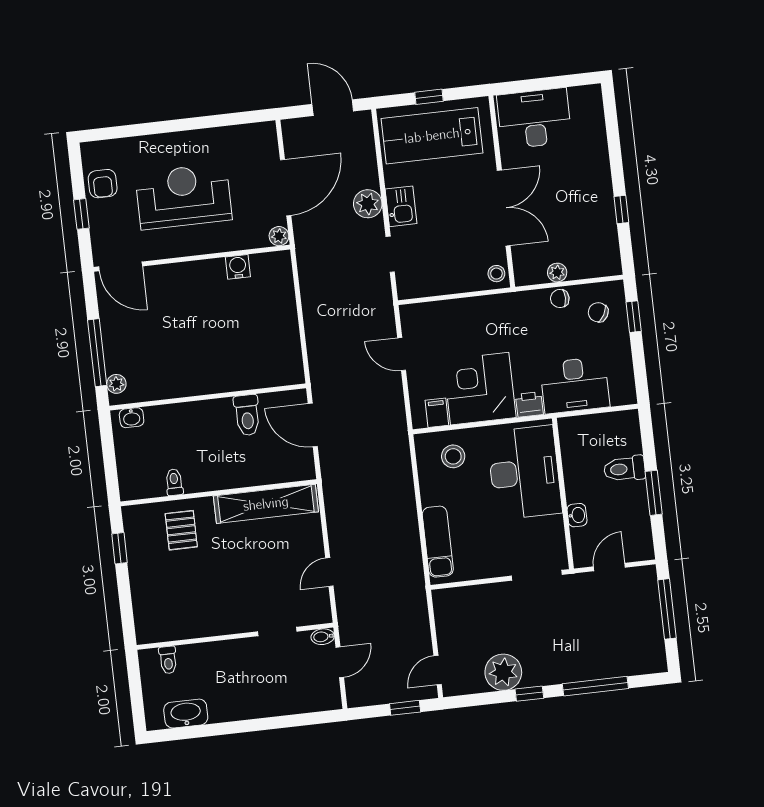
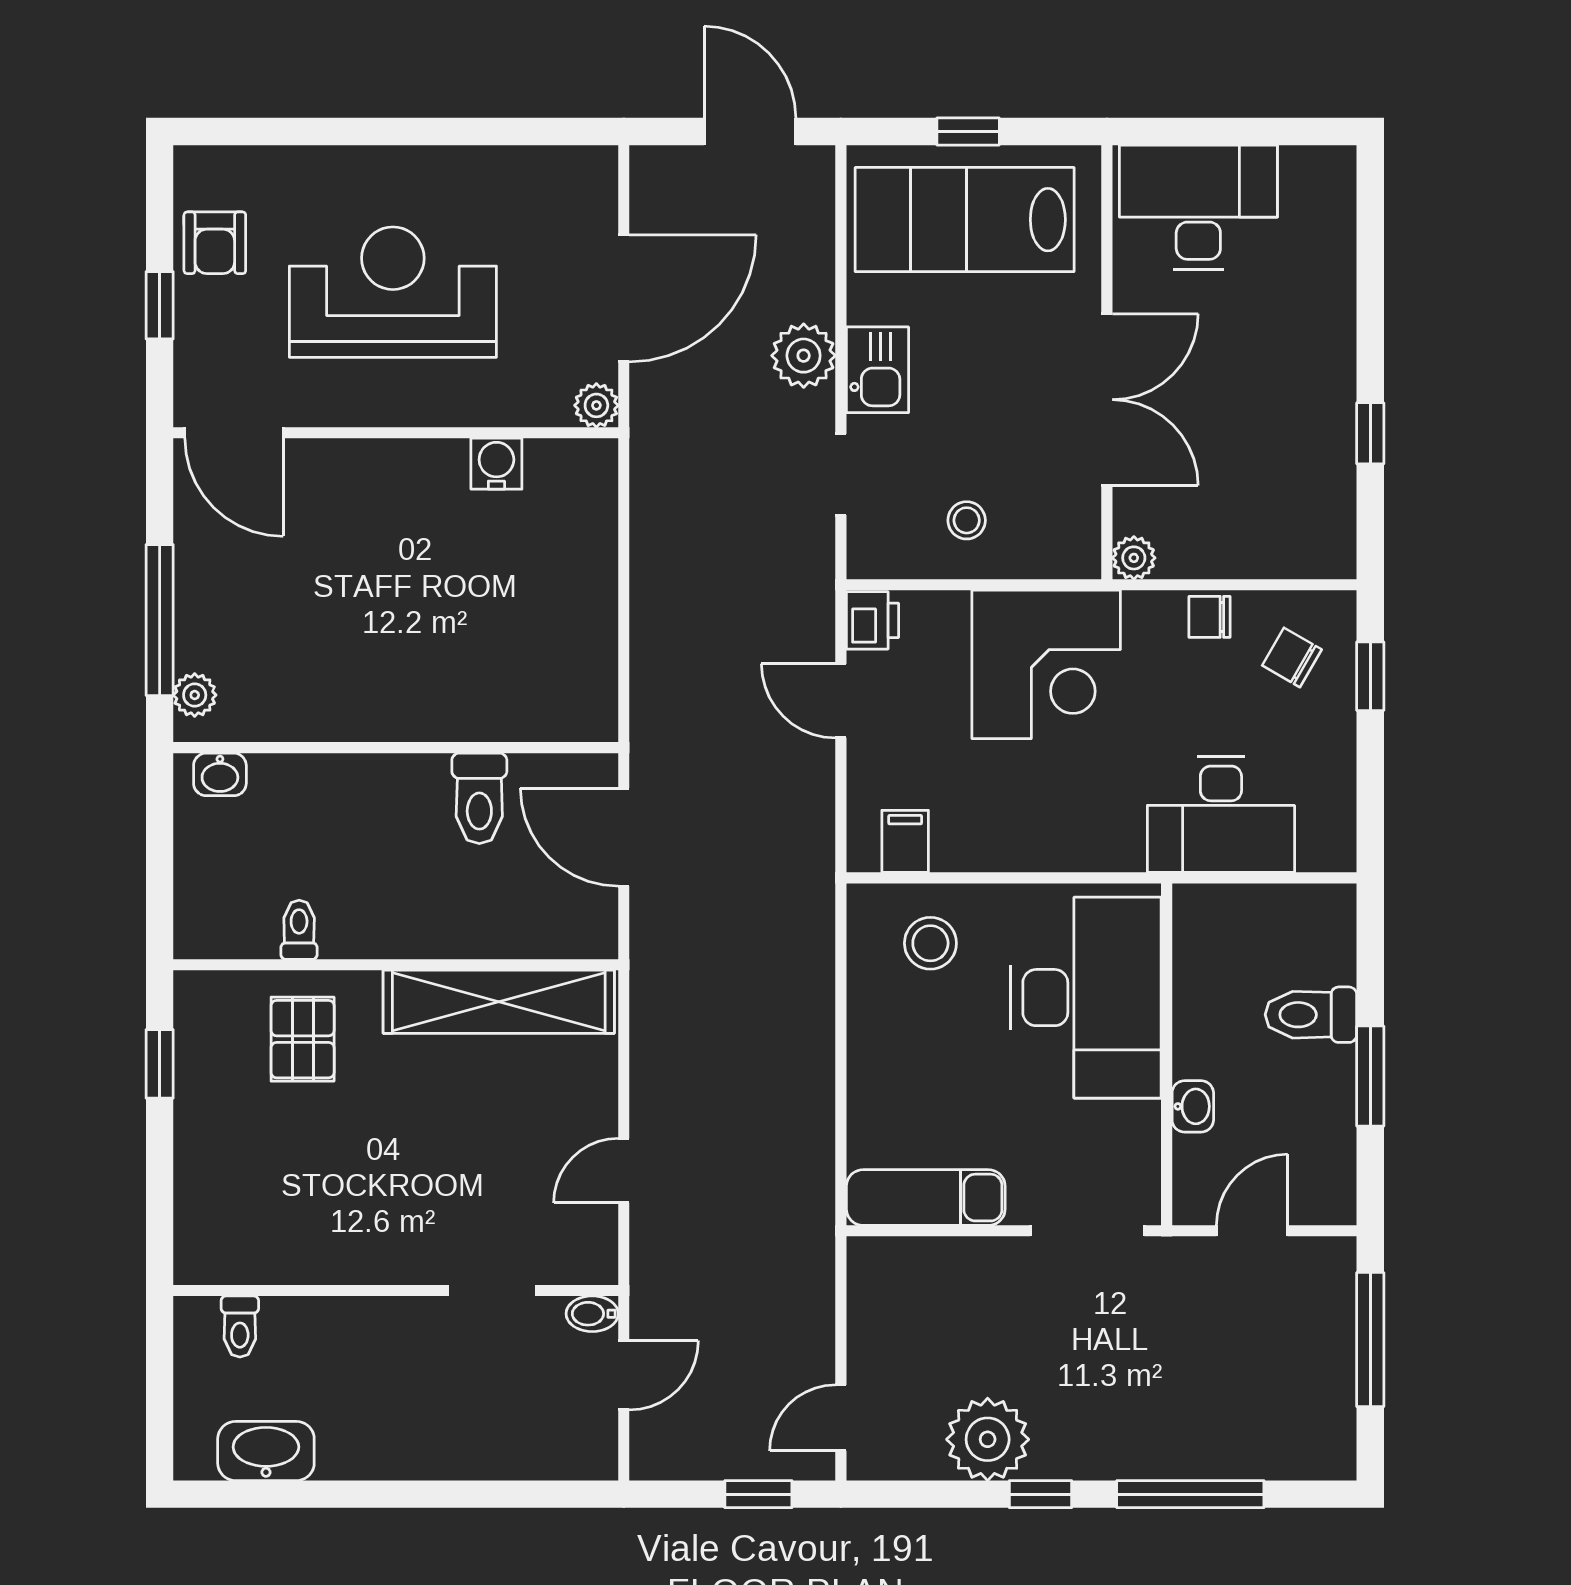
plant: (557, 273) -> (1134, 558), moved
stool: (496, 274) -> (967, 520), moved
corner desk: (480, 389) -> (1046, 664), moved, turned 180
printer: (529, 404) -> (872, 620), moved, turned 90
exam couch: (438, 542) -> (926, 1198), moved, turned -90

